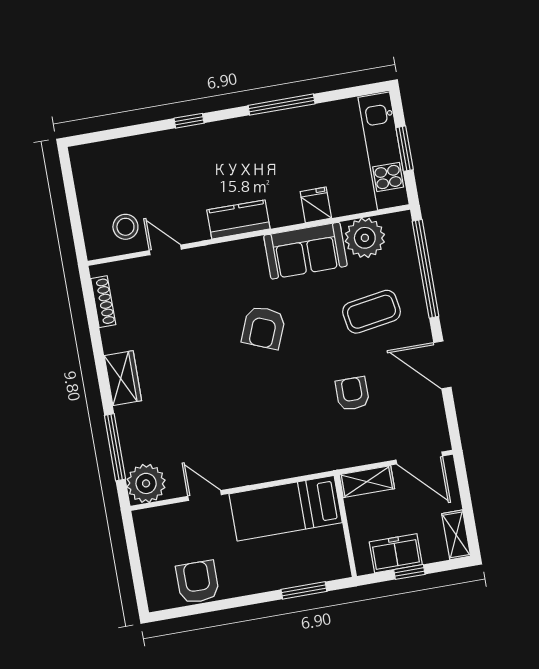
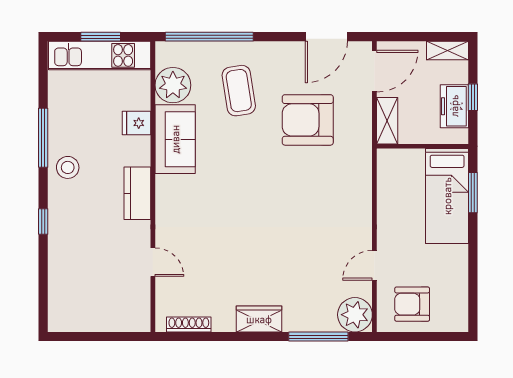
stool: (125, 227) -> (68, 167), moved
door: (165, 250) -> (153, 262), swing flipped
armchair: (264, 328) -> (236, 188), removed
door: (442, 365) -> (326, 37), moved
armchair: (352, 394) -> (308, 120), width x1.88, depth x1.88
bed: (286, 508) -> (447, 196), moved
armchair: (198, 582) -> (412, 304), moved

